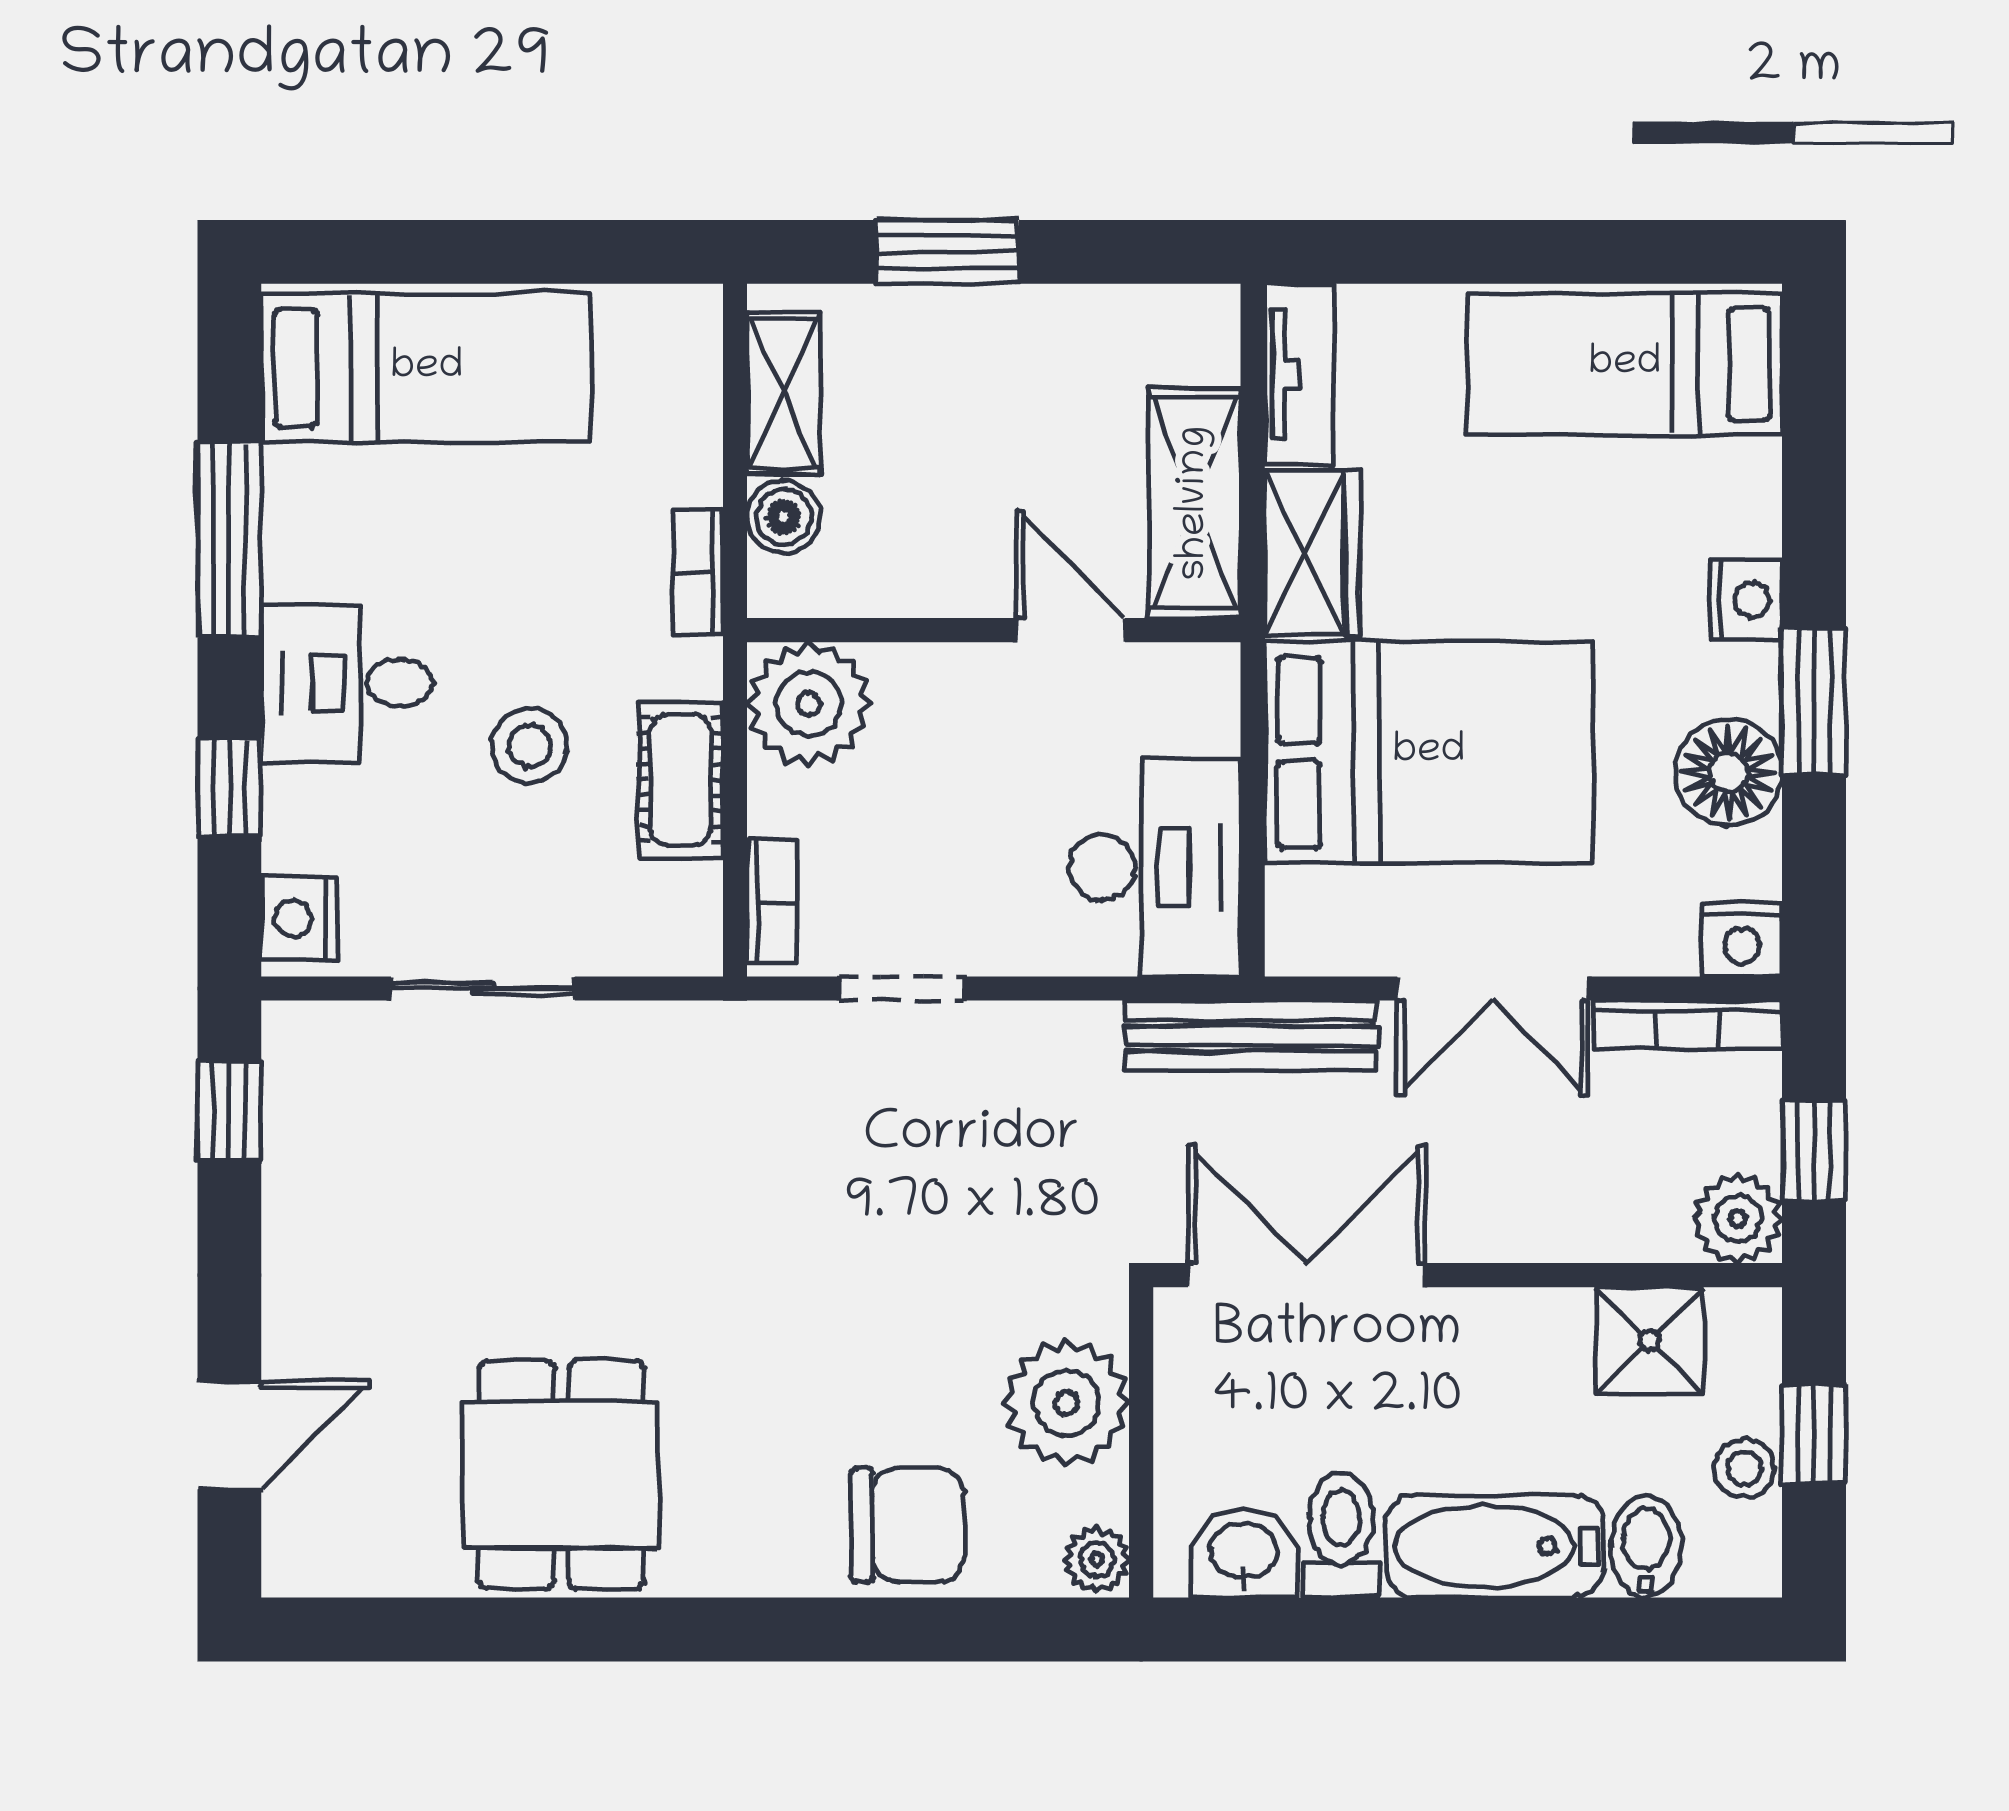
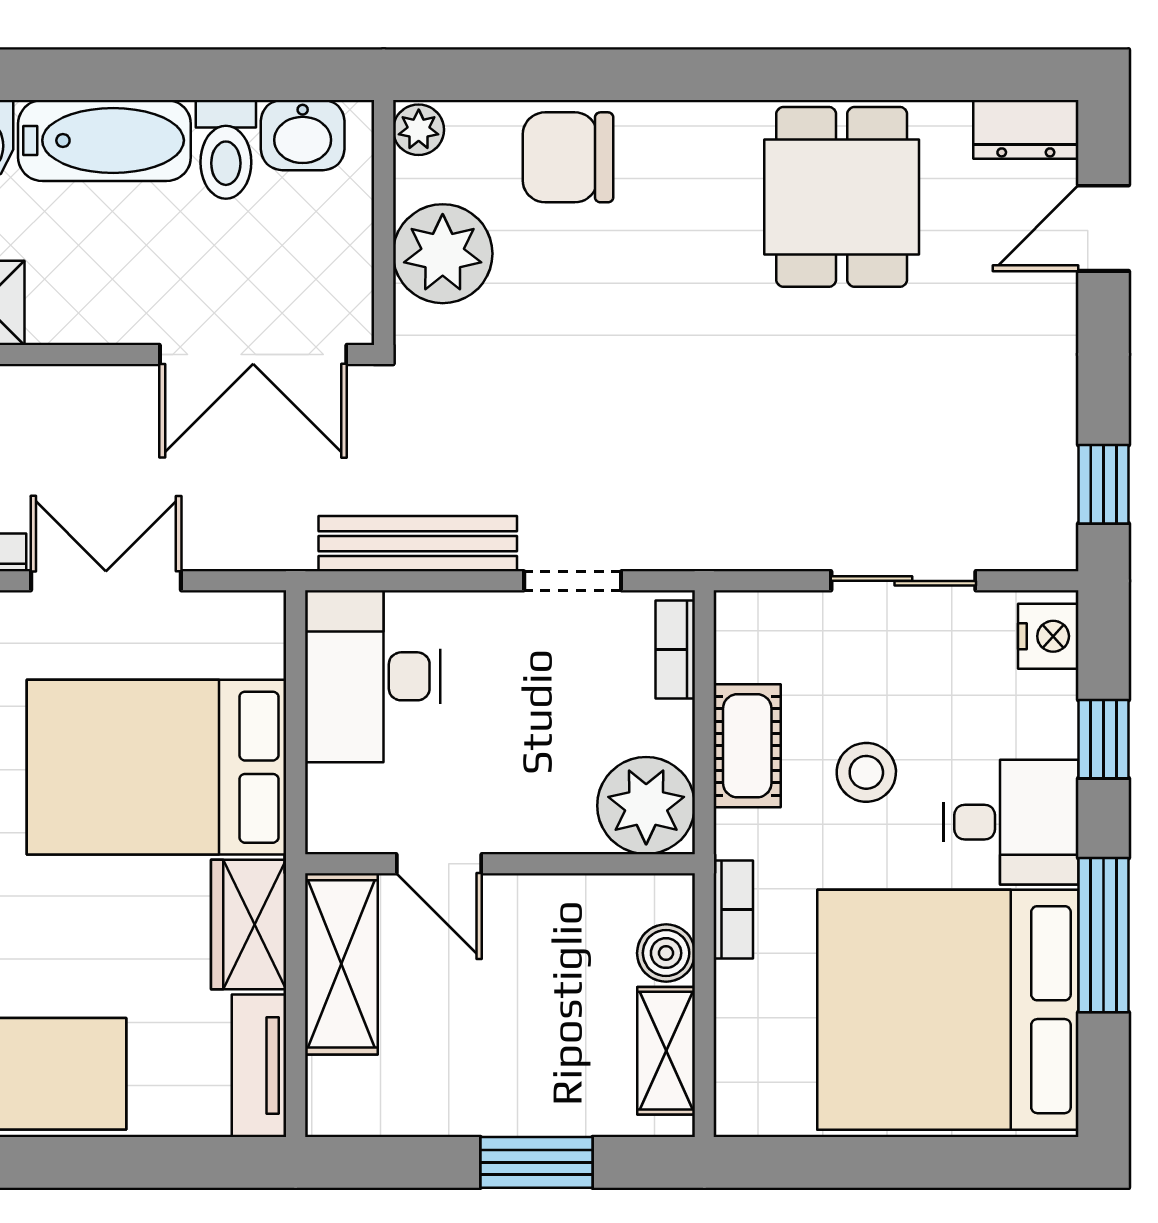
bed: (427, 368) -> (948, 1010), width x2.04
bench: (1251, 1036) -> (418, 544), moved
dresser: (328, 1560) -> (1026, 129), added

